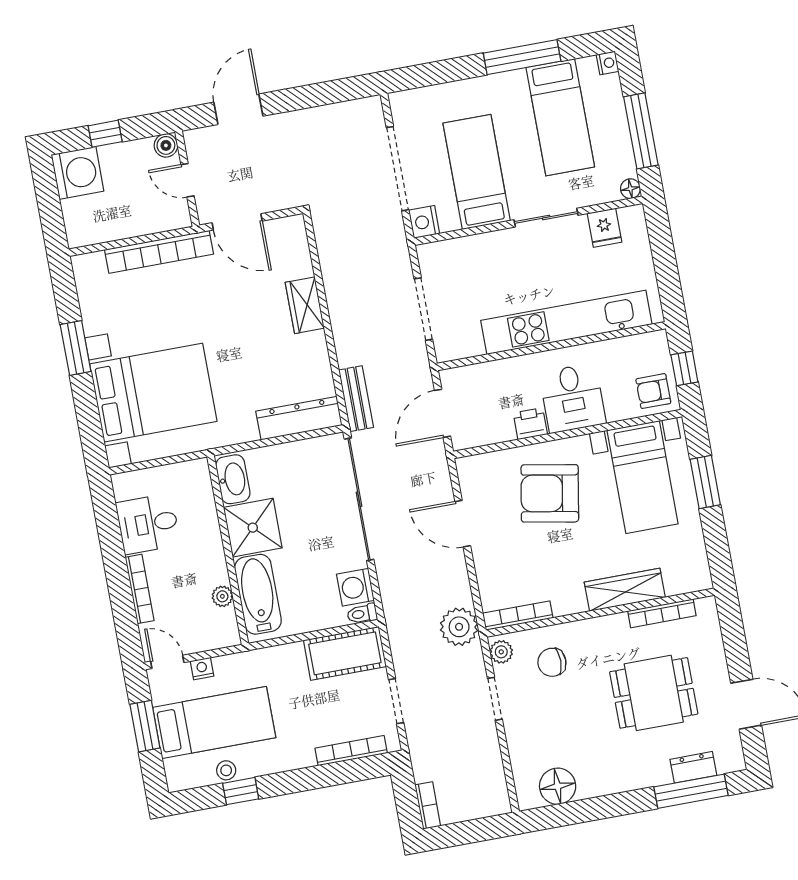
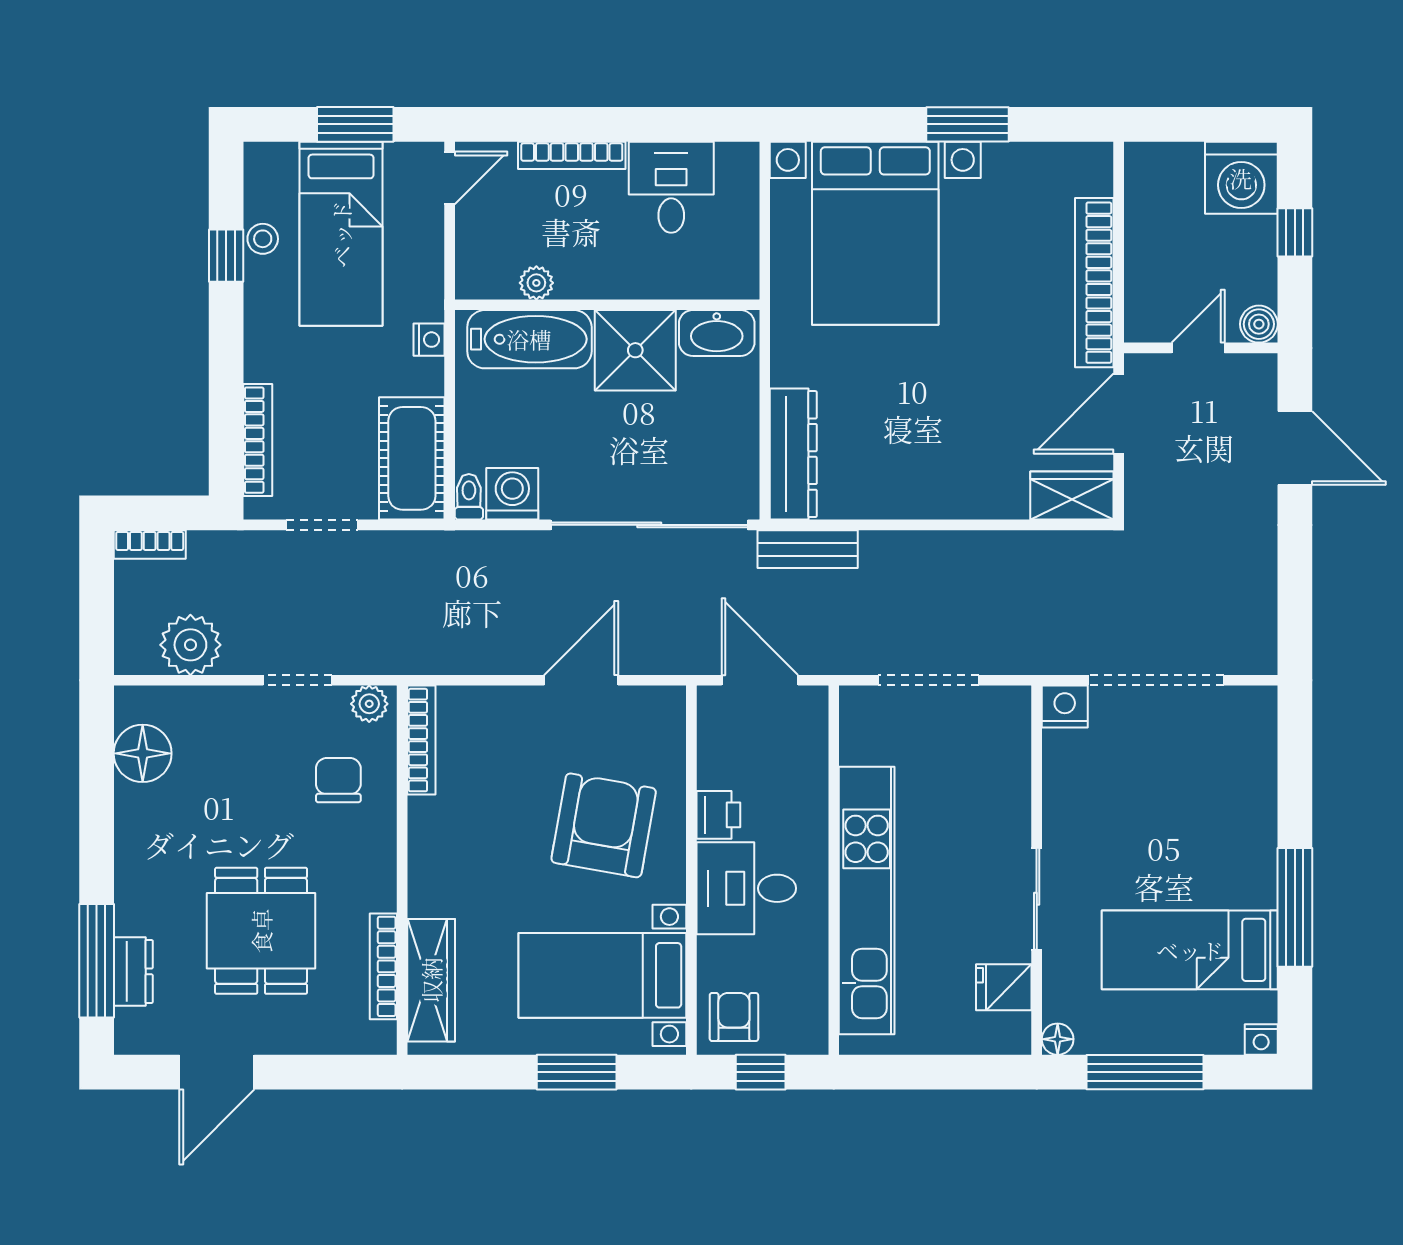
bed: (477, 172) -> (1128, 803), removed
wardrobe: (305, 305) -> (1072, 496), moved
wardrobe: (625, 590) -> (431, 980), moved
plant: (459, 627) -> (190, 645), moved
nightstand: (202, 669) -> (429, 340), moved

